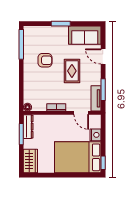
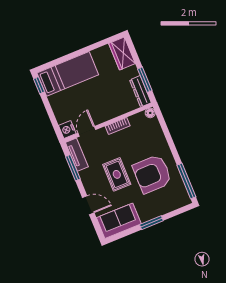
armchair: (45, 60) -> (152, 174), width x1.88, depth x1.88
door: (81, 113) -> (87, 131), hinge flipped
nightstand: (95, 135) -> (67, 129), moved
bed: (78, 157) -> (68, 74), width x0.67

